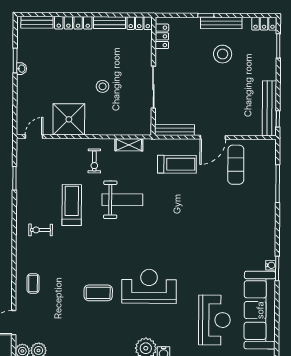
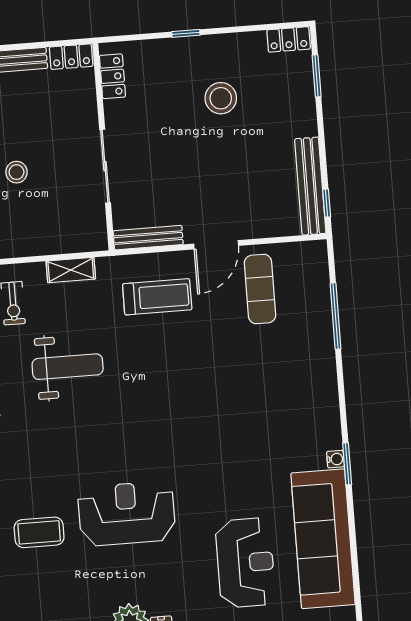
bench: (221, 23) -> (214, 44), removed

